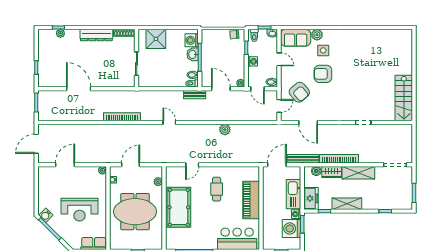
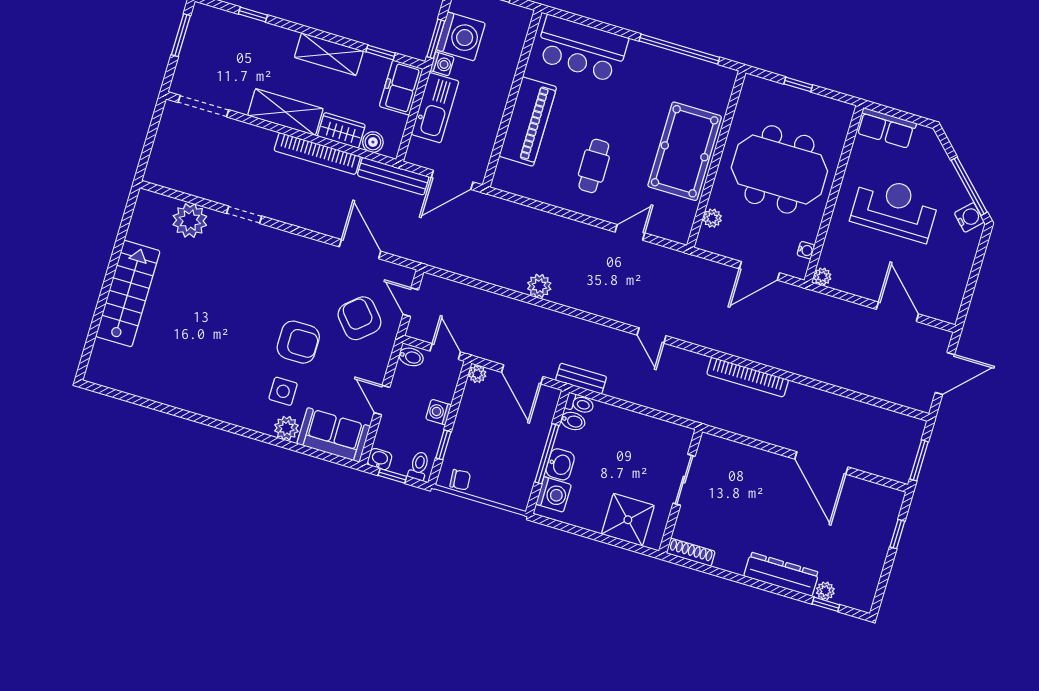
dresser: (96, 35) -> (781, 574), moved
stairs: (404, 98) -> (128, 294), moved
door: (279, 106) -> (411, 302), hinge flipped
plant: (386, 113) -> (190, 220), added
door: (65, 165) -> (897, 312), swing flipped

